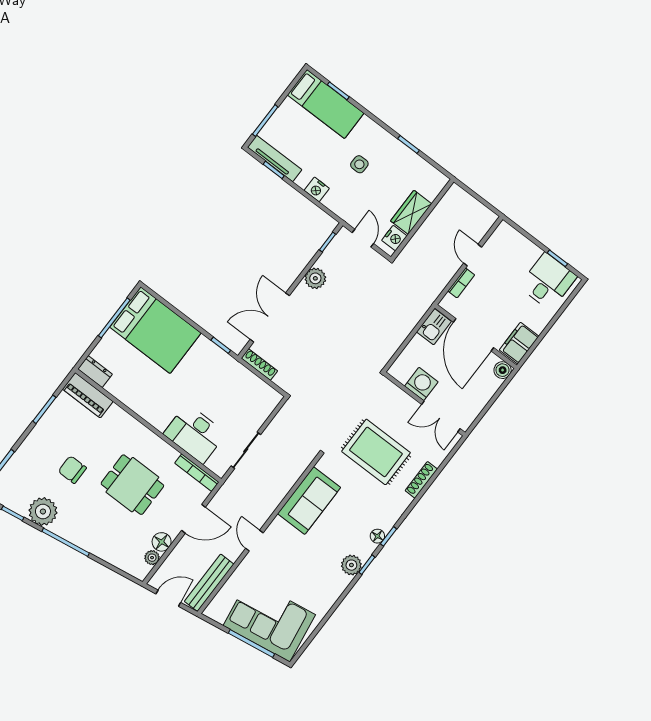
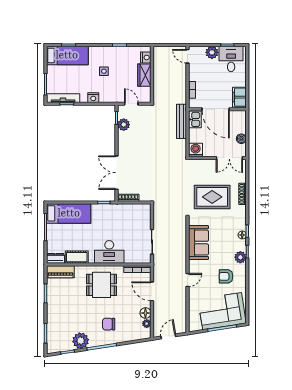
nightstand: (394, 238) -> (146, 57), moved
plant: (528, 252) -> (212, 52), added
door: (473, 255) -> (187, 56), moved
plant: (315, 278) -> (124, 125), moved
bed: (155, 330) -> (69, 213), width x0.67
boiler: (503, 370) -> (241, 139), moved
washing machine: (421, 384) -> (196, 150), moved
cot: (126, 392) -> (77, 257), added
desk: (195, 434) -> (109, 252), moved
chair: (72, 470) -> (109, 324), moved
dining table: (132, 485) -> (102, 285), moved
door: (193, 519) -> (152, 291), swing flipped
door: (254, 541) -> (187, 280), swing flipped
armchair: (311, 576) -> (226, 276), added
bench: (209, 583) -> (182, 121), moved

